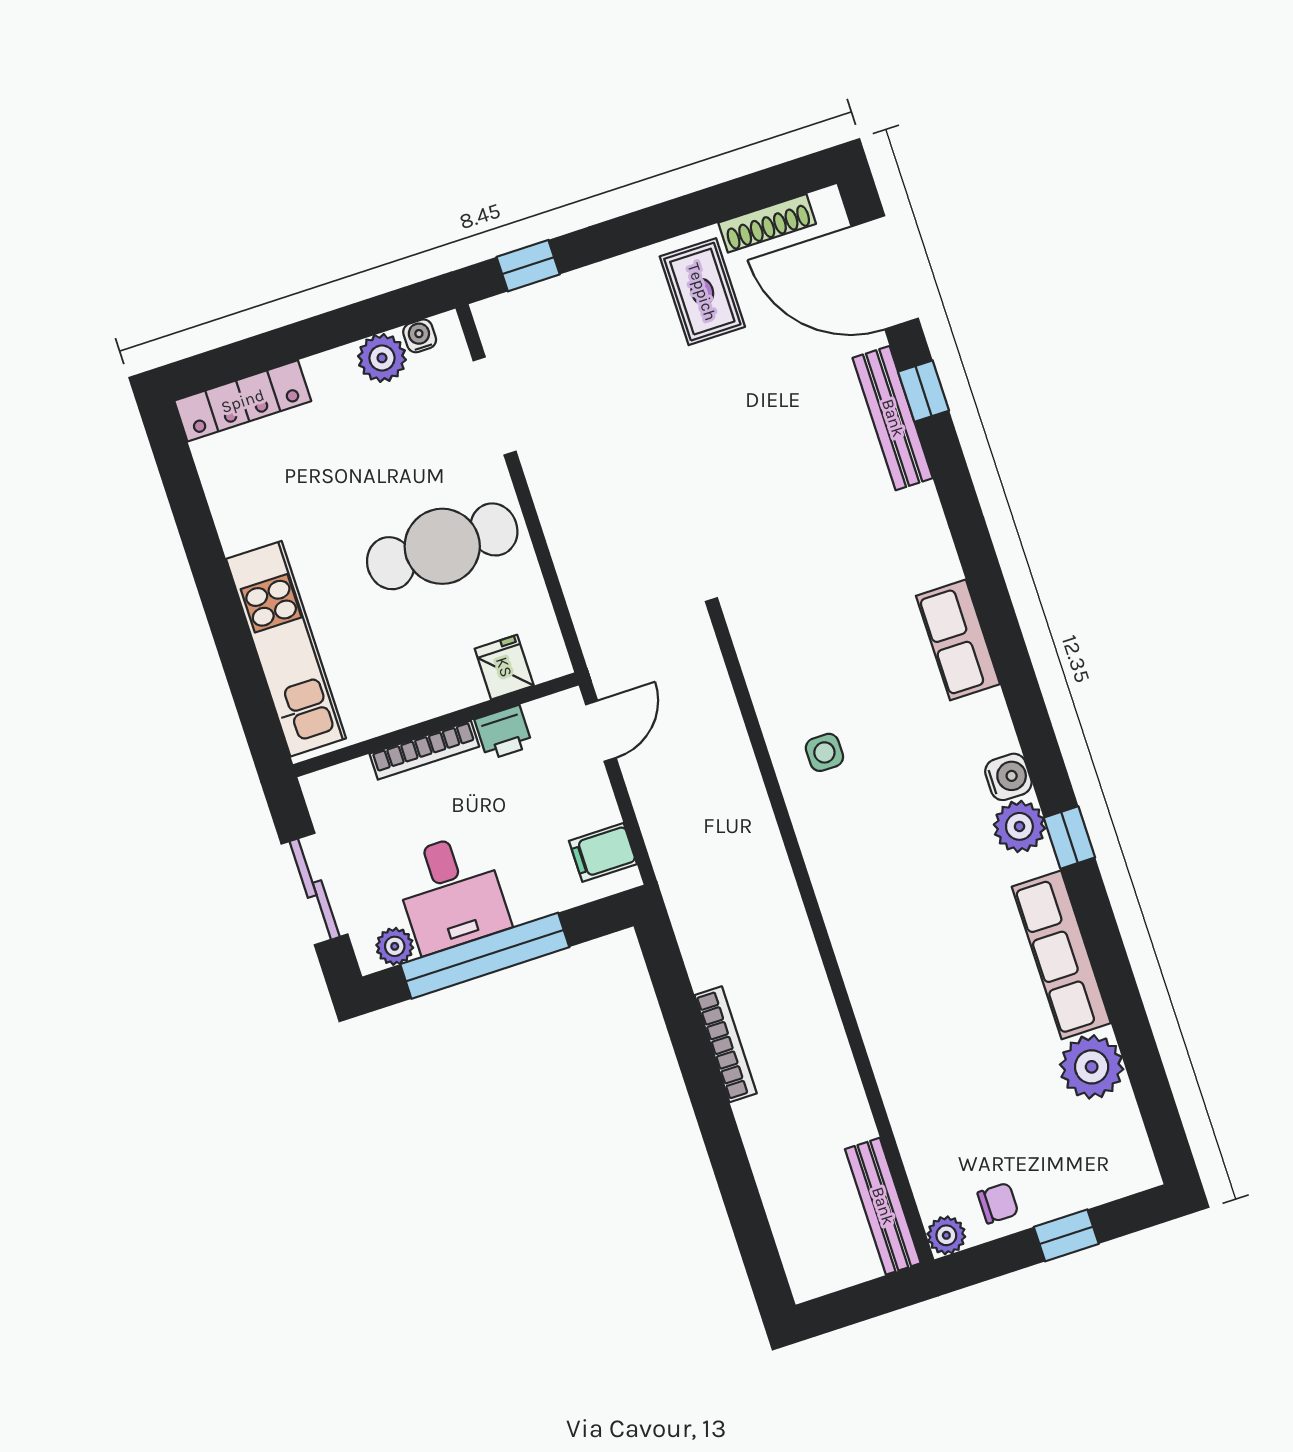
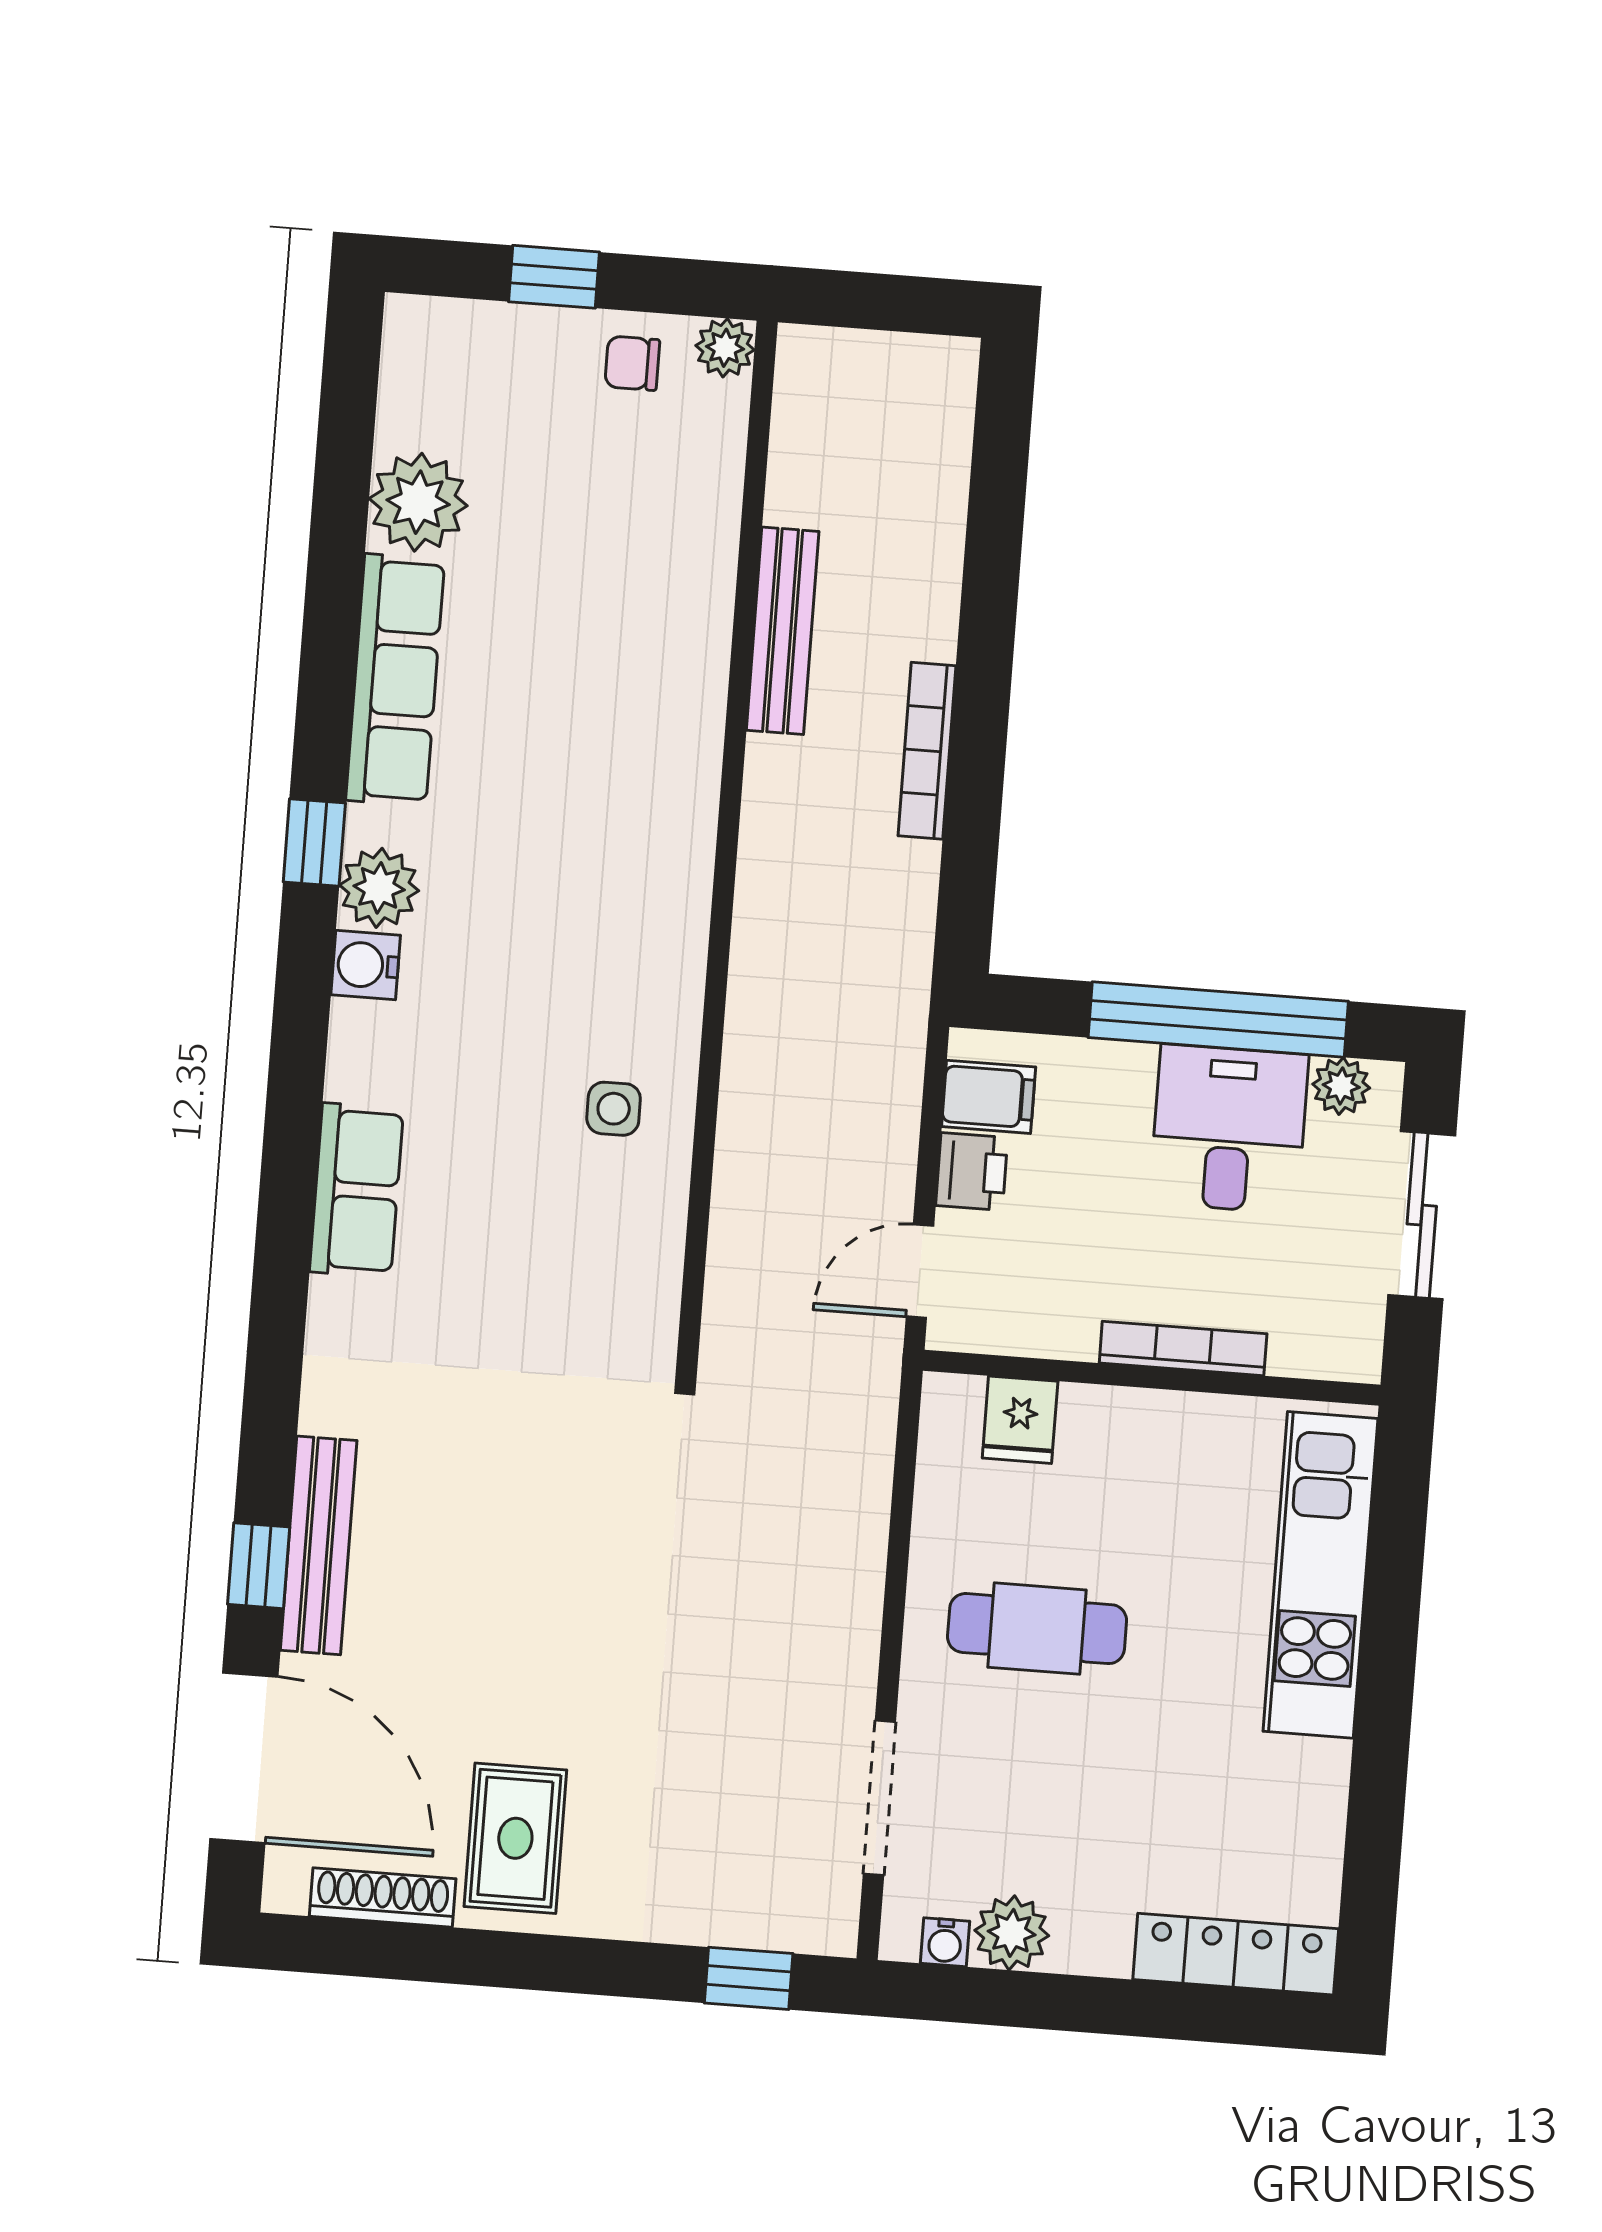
cafe table: (442, 546) -> (1037, 1629), width x0.73, depth x0.74
printer: (504, 733) -> (972, 1172), moved, turned 90
bench: (883, 1206) -> (783, 631), moved

